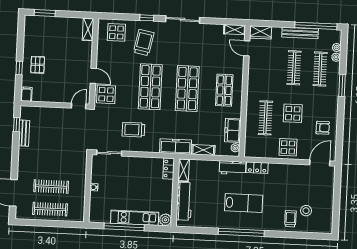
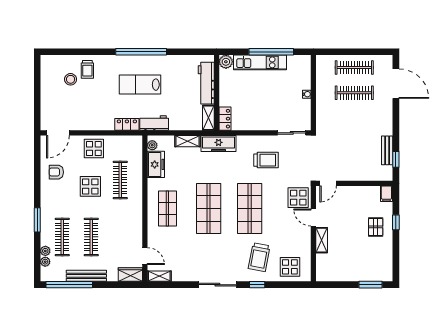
shelving: (88, 29) -> (322, 240), moved

